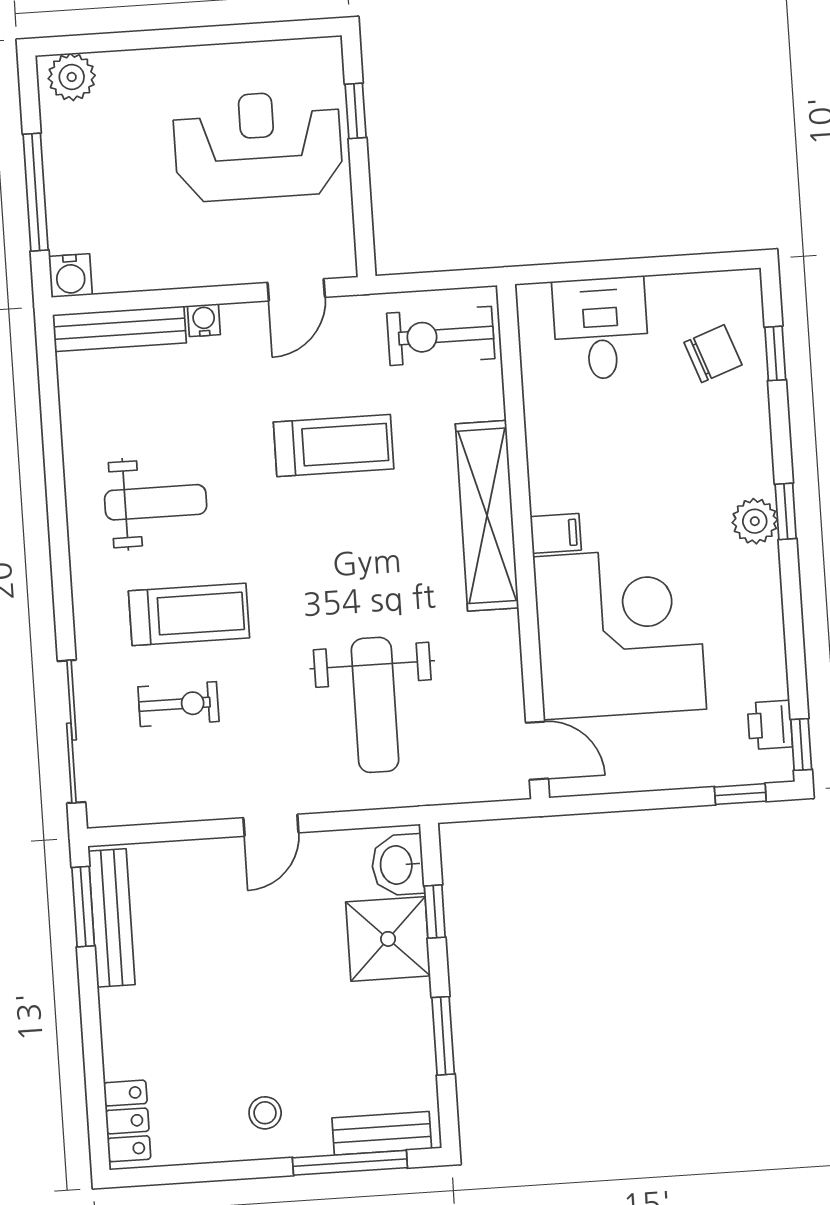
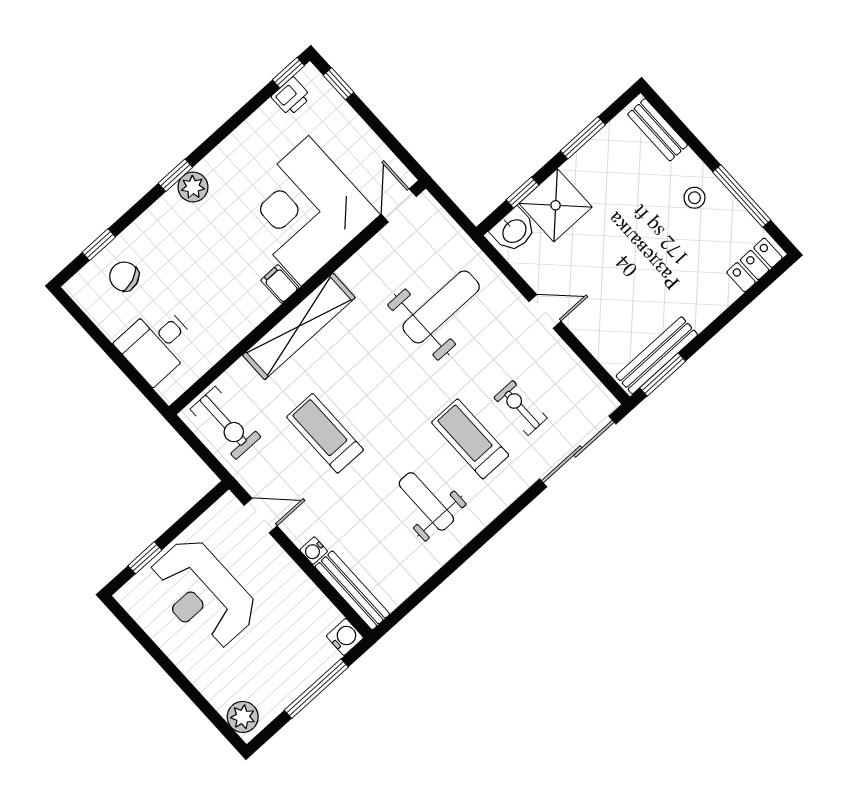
window: (350, 1163) -> (742, 196), moved

